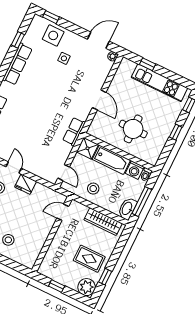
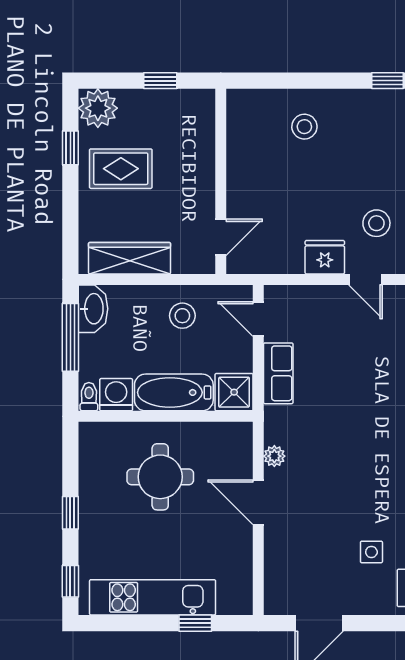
plant: (113, 56) -> (274, 456), moved
row of seats: (74, 132) -> (278, 373), moved

